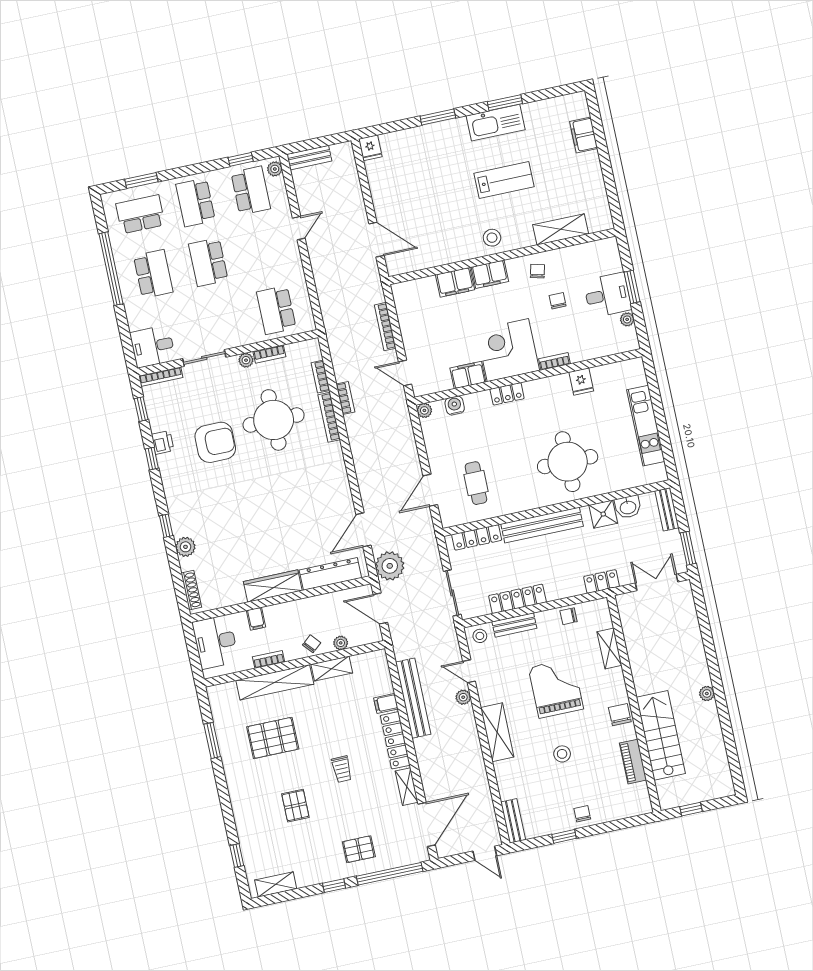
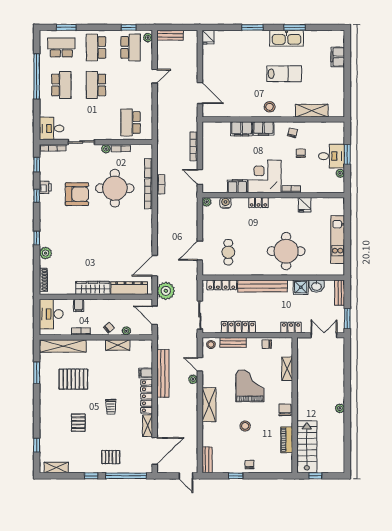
shelving: (275, 682) -> (63, 346), moved
stairs: (661, 735) -> (307, 447), moved

